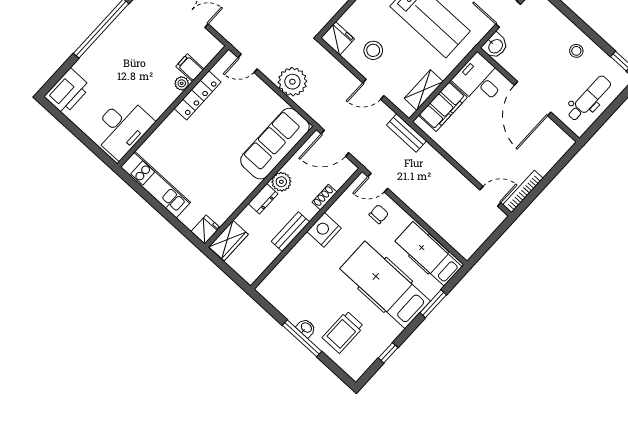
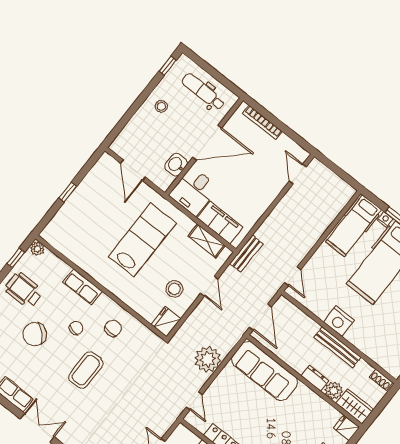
washbasin: (495, 46) -> (176, 165), moved, turned -90
plant: (281, 182) -> (334, 391), moved
bookcase: (523, 191) -> (262, 122), moved
shoe rack: (324, 197) -> (381, 380), moved
chair: (379, 214) -> (321, 273), removed
bench: (290, 232) -> (337, 347), width x1.36
nightstand: (433, 289) -> (385, 219), added

